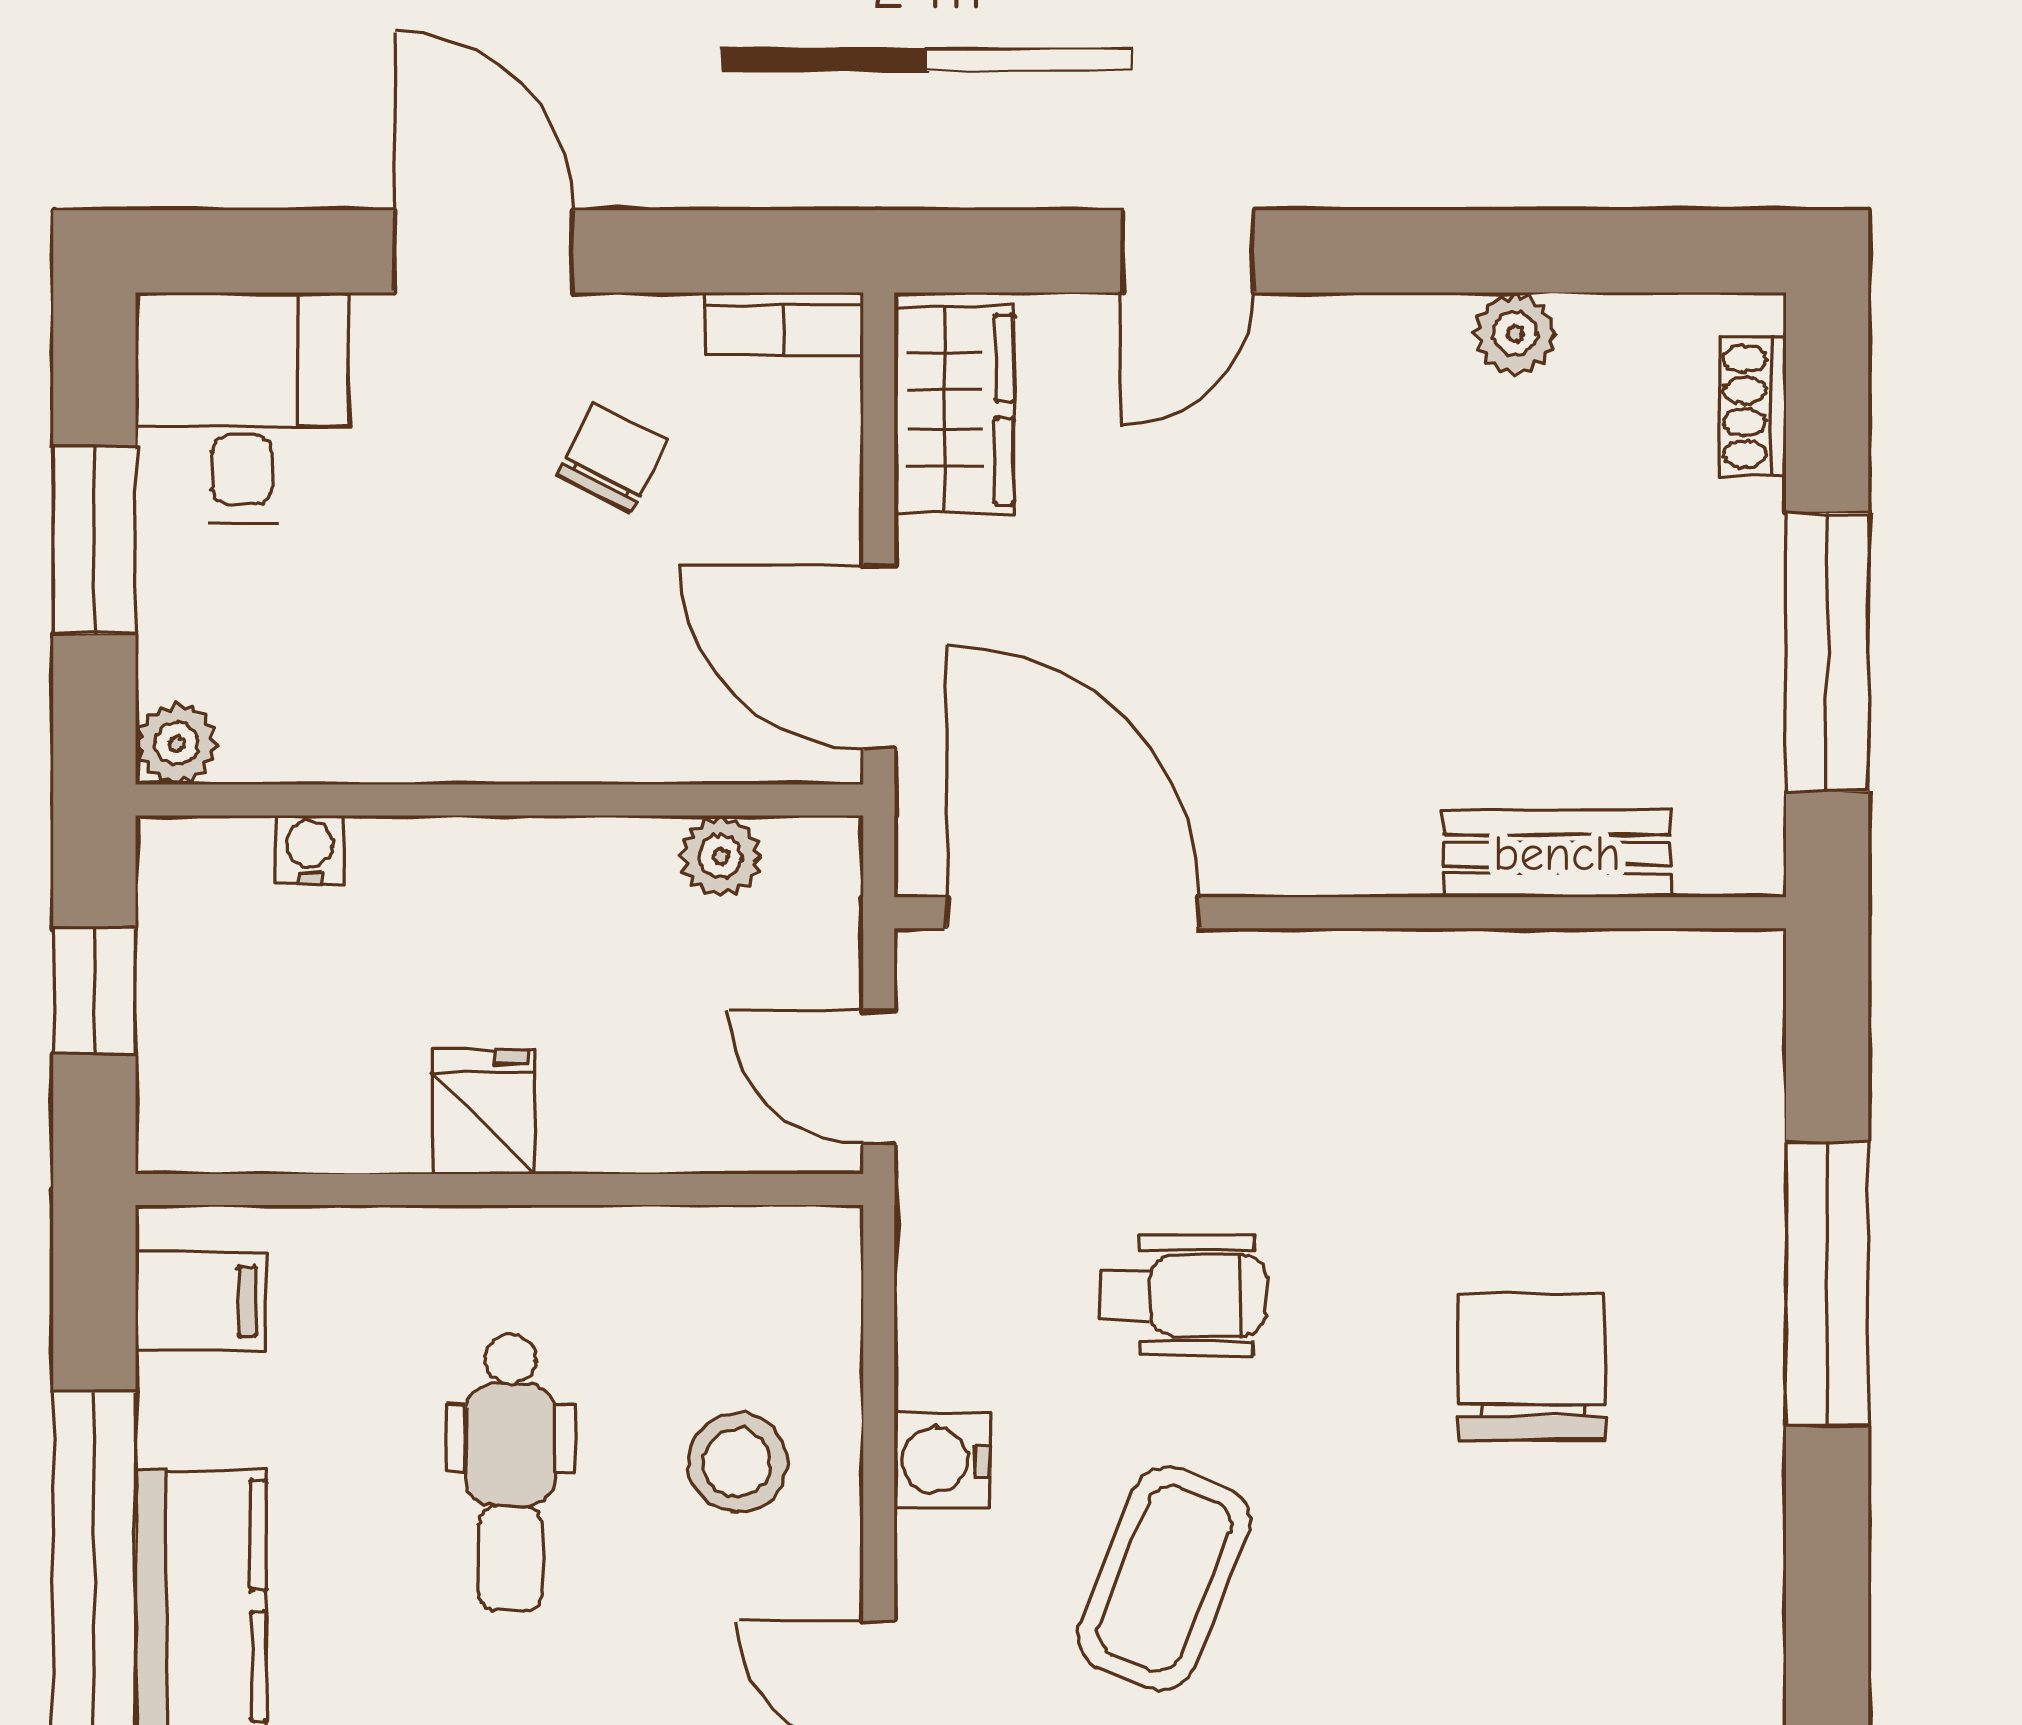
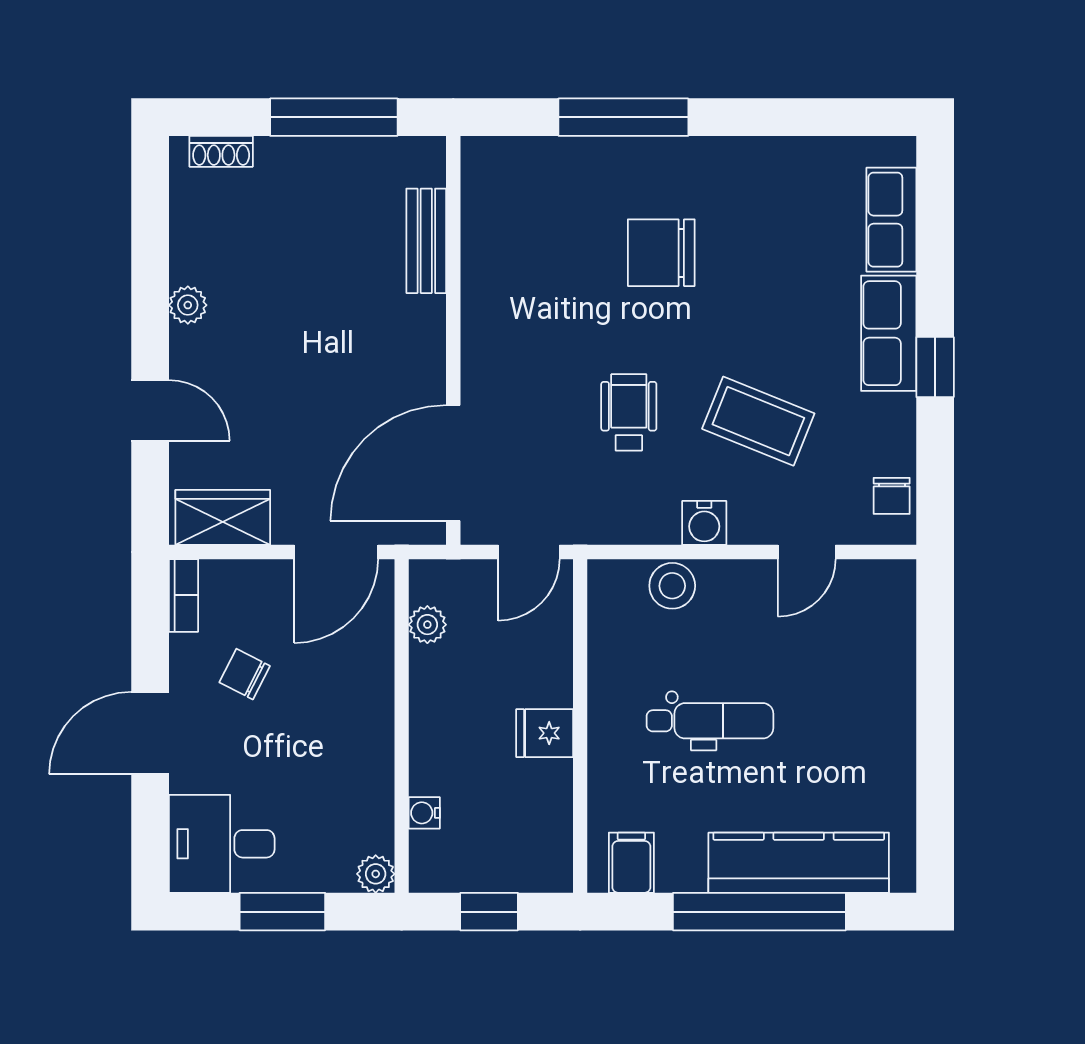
plant: (1515, 334) -> (188, 305), moved
stool: (737, 1463) -> (672, 586), moved

